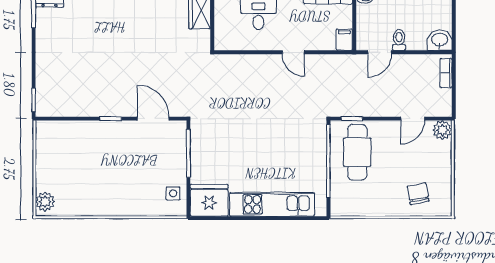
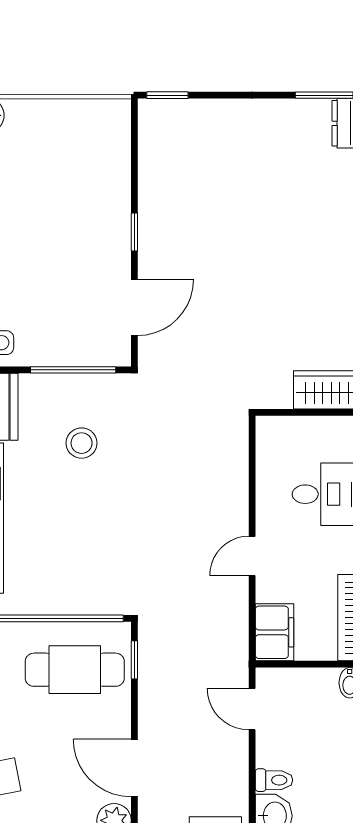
filing cabinet: (344, 40) -> (274, 632), width x2.00
toilet: (399, 40) -> (274, 780), moved
door: (413, 119) -> (134, 768), width x1.38
stool: (230, 148) -> (82, 443), added

